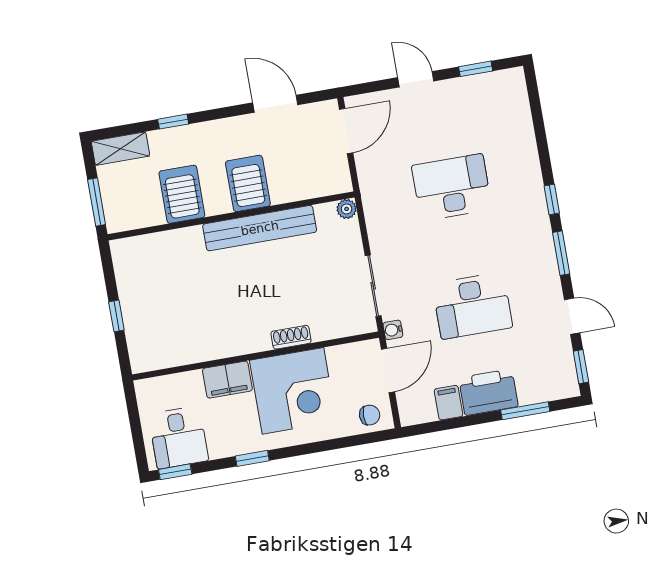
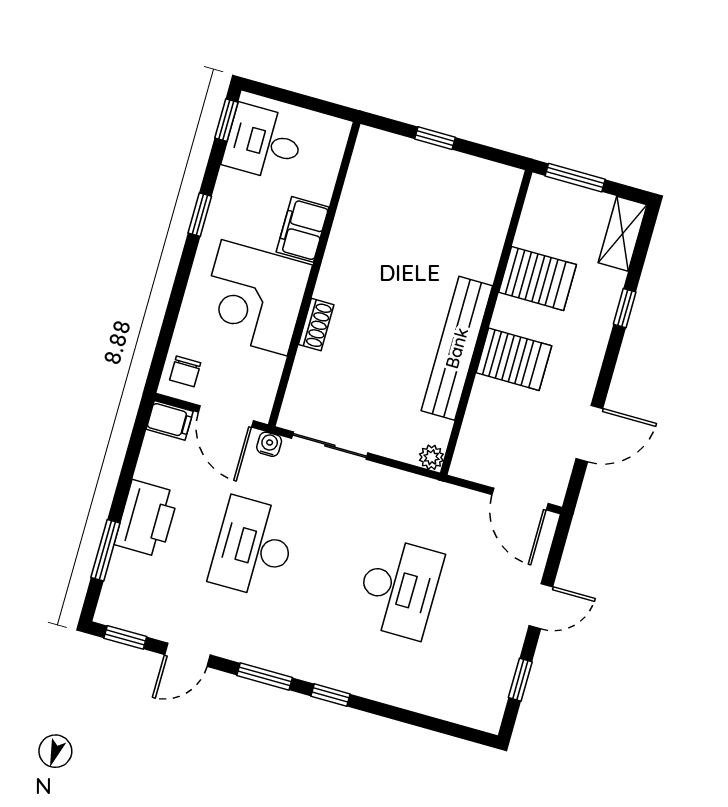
filing cabinet: (449, 403) -> (170, 420), moved

